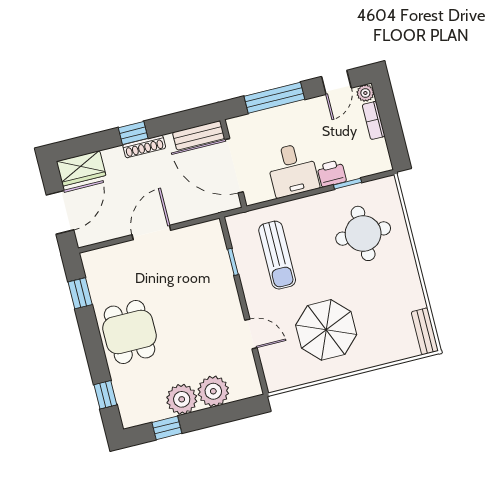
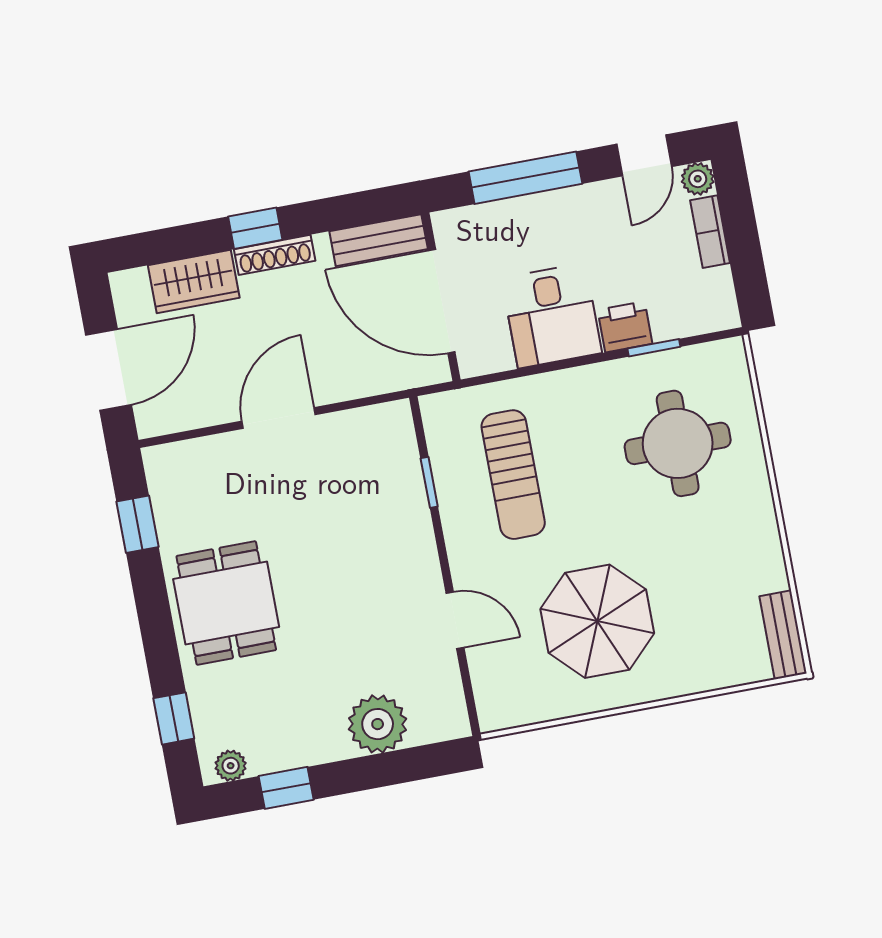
wardrobe: (81, 168) -> (194, 281), moved
plant: (182, 399) -> (231, 766), moved, width x0.53, depth x0.53

